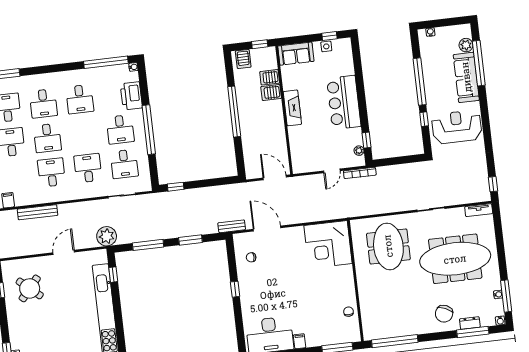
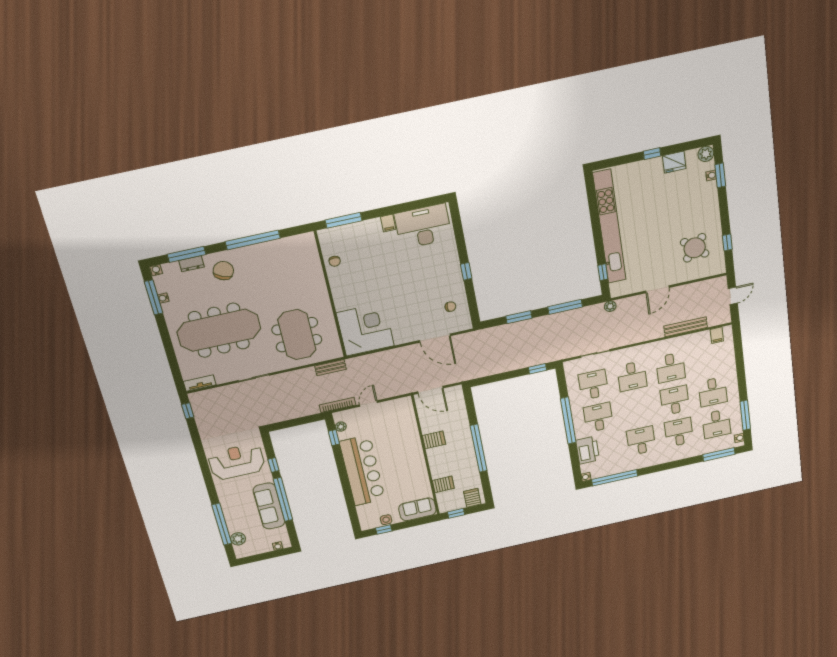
sofa: (466, 77) -> (269, 506), moved, turned 180
server rack: (271, 92) -> (434, 440), moved
bar counter: (344, 102) -> (362, 471), width x1.36
fireplace: (292, 108) -> (417, 459), removed
reception desk: (457, 127) -> (237, 462), turned 180
bench: (232, 226) -> (330, 368), moved
plant: (107, 236) -> (610, 306), width x0.53, depth x0.53
window: (395, 341) -> (253, 240), moved

